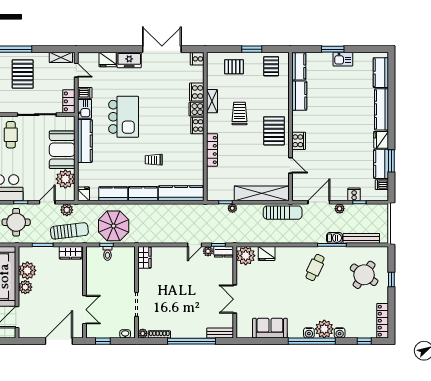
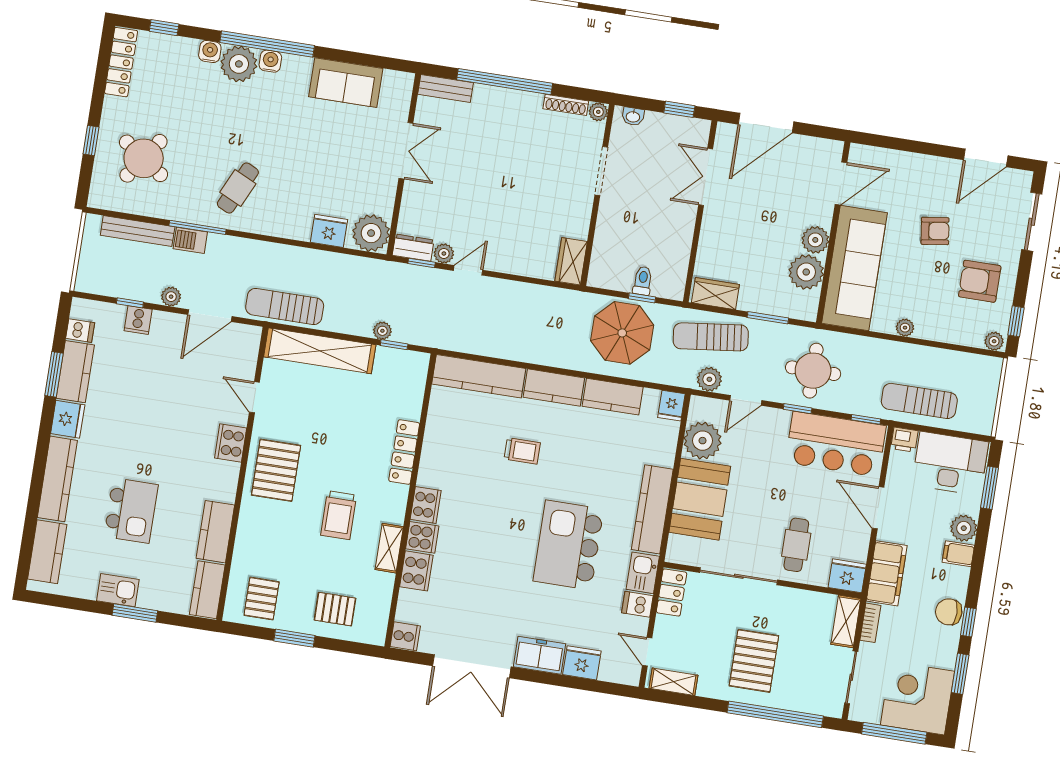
kitchen island: (343, 100) -> (131, 511), added

